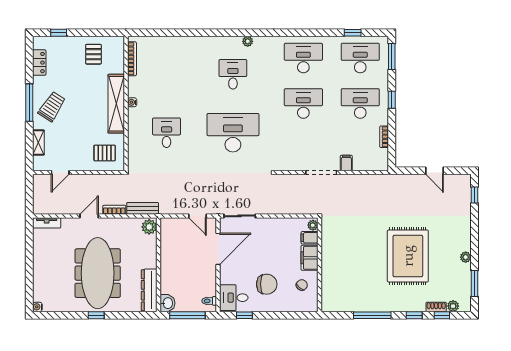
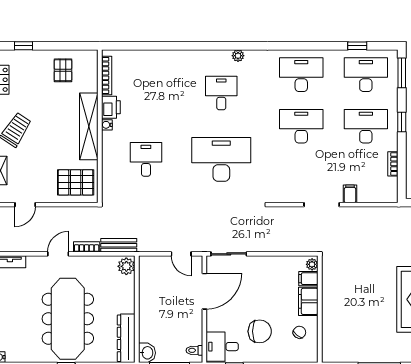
printer: (136, 87) -> (111, 107), added
pallet: (105, 153) -> (76, 182), width x1.50, depth x1.42

